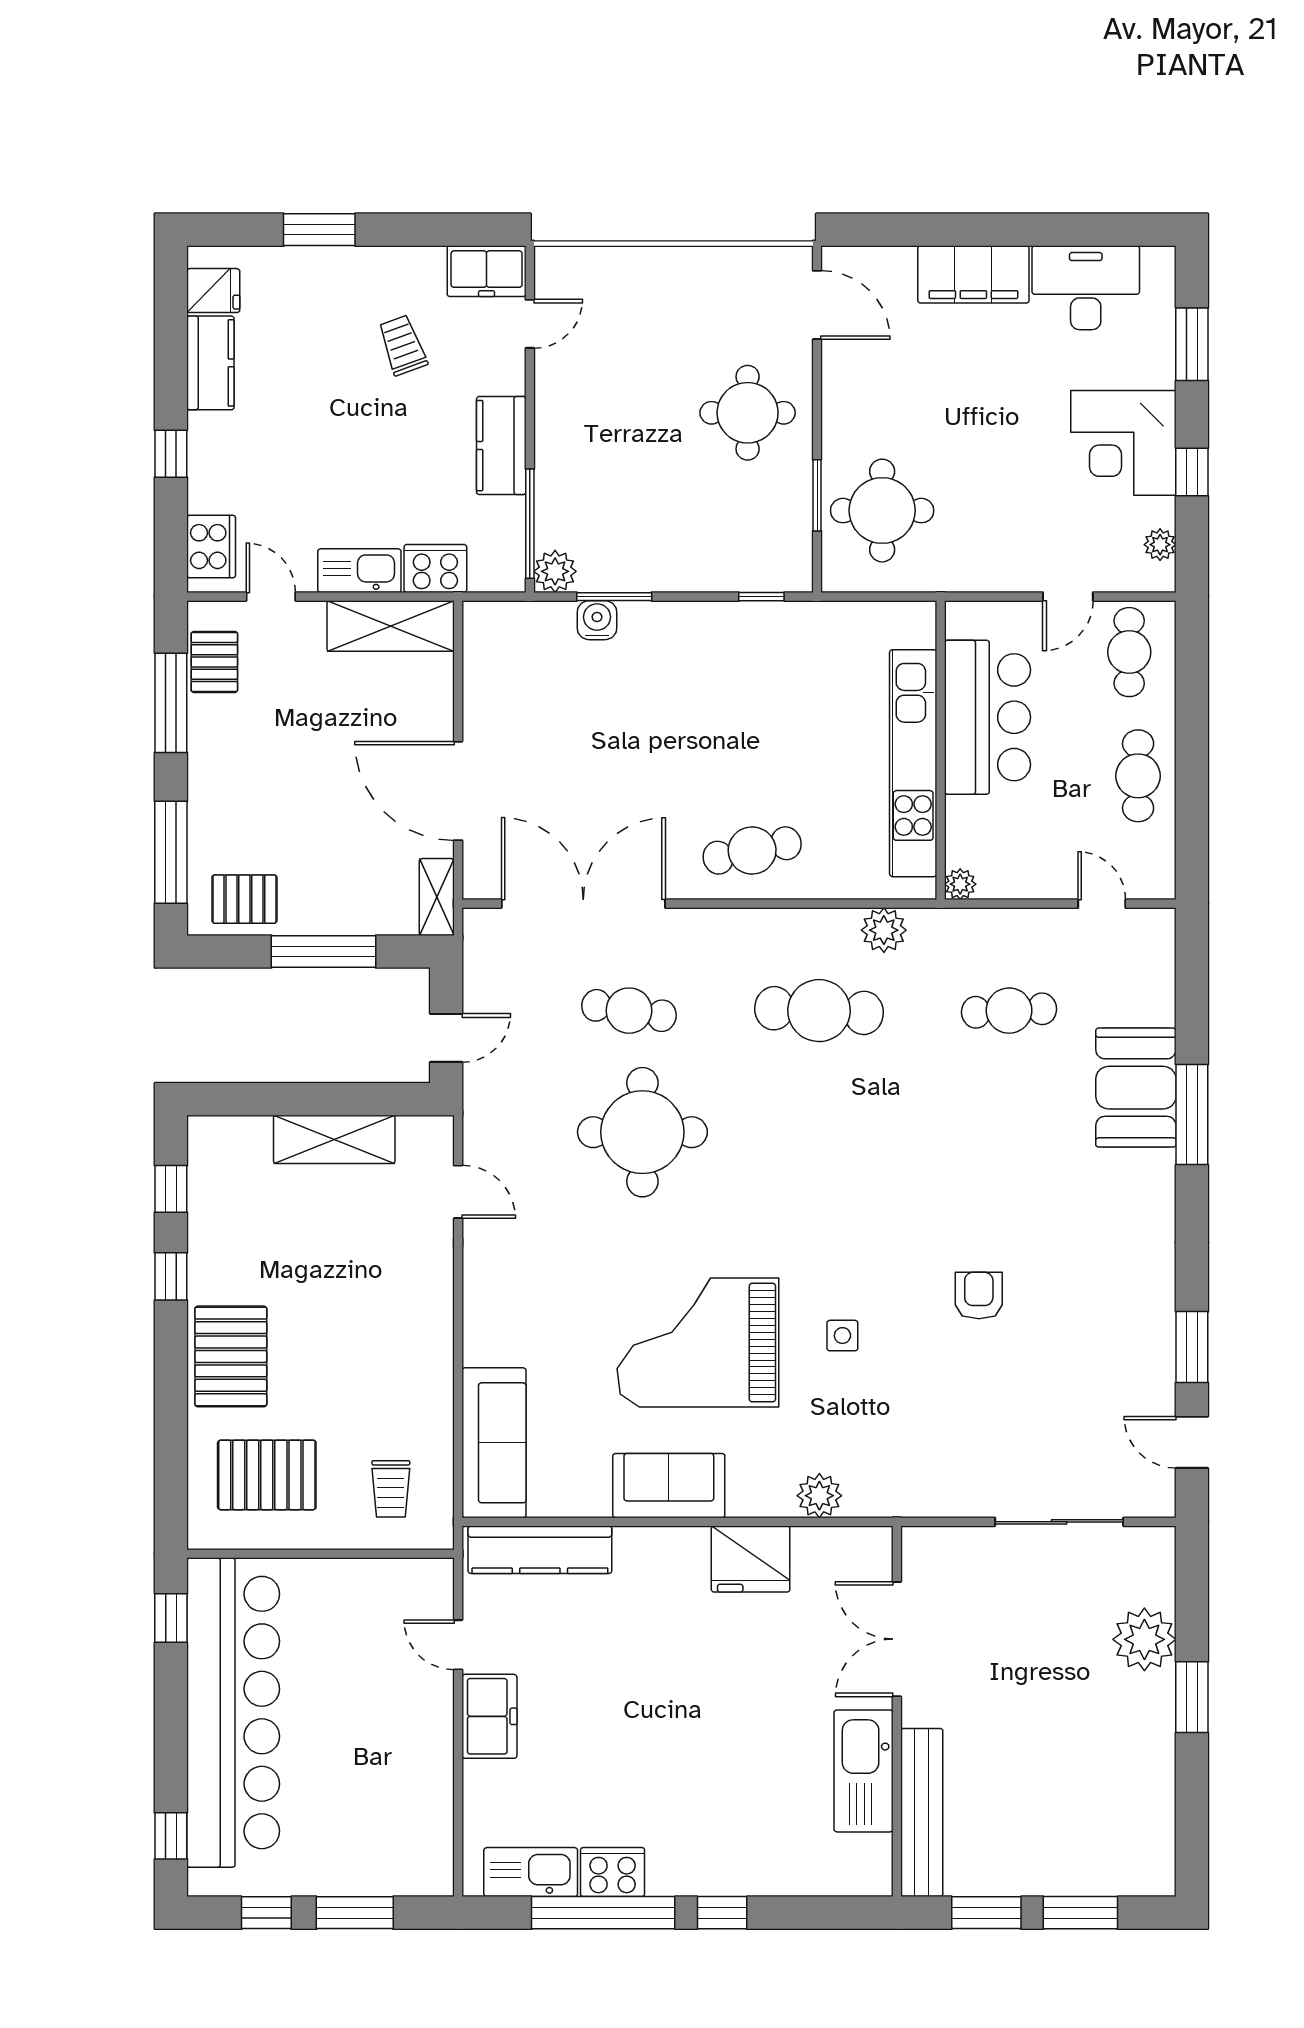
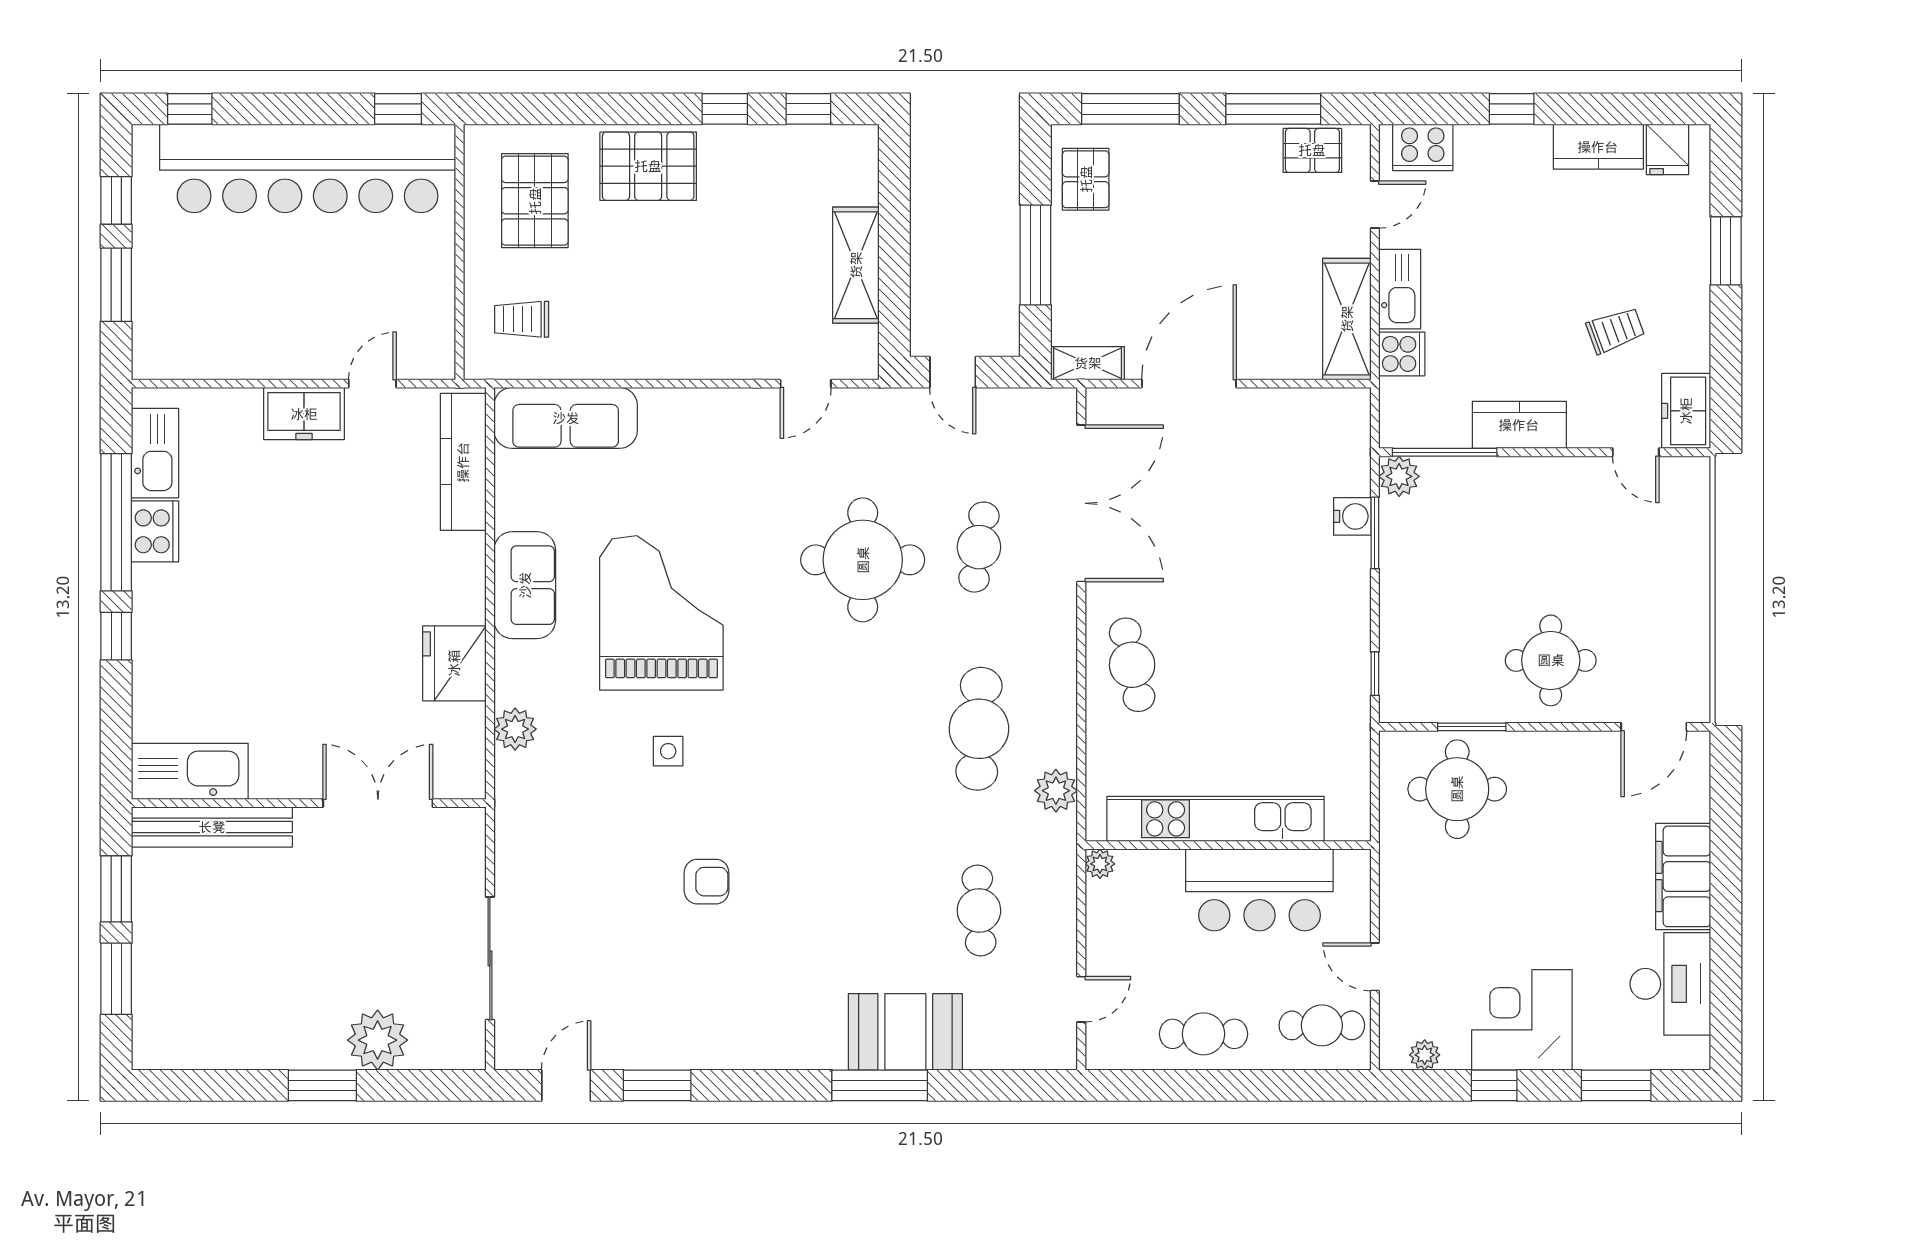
cooker: (435, 568) -> (1402, 354), width x0.73
kitchen sink: (863, 1771) -> (190, 771), moved

